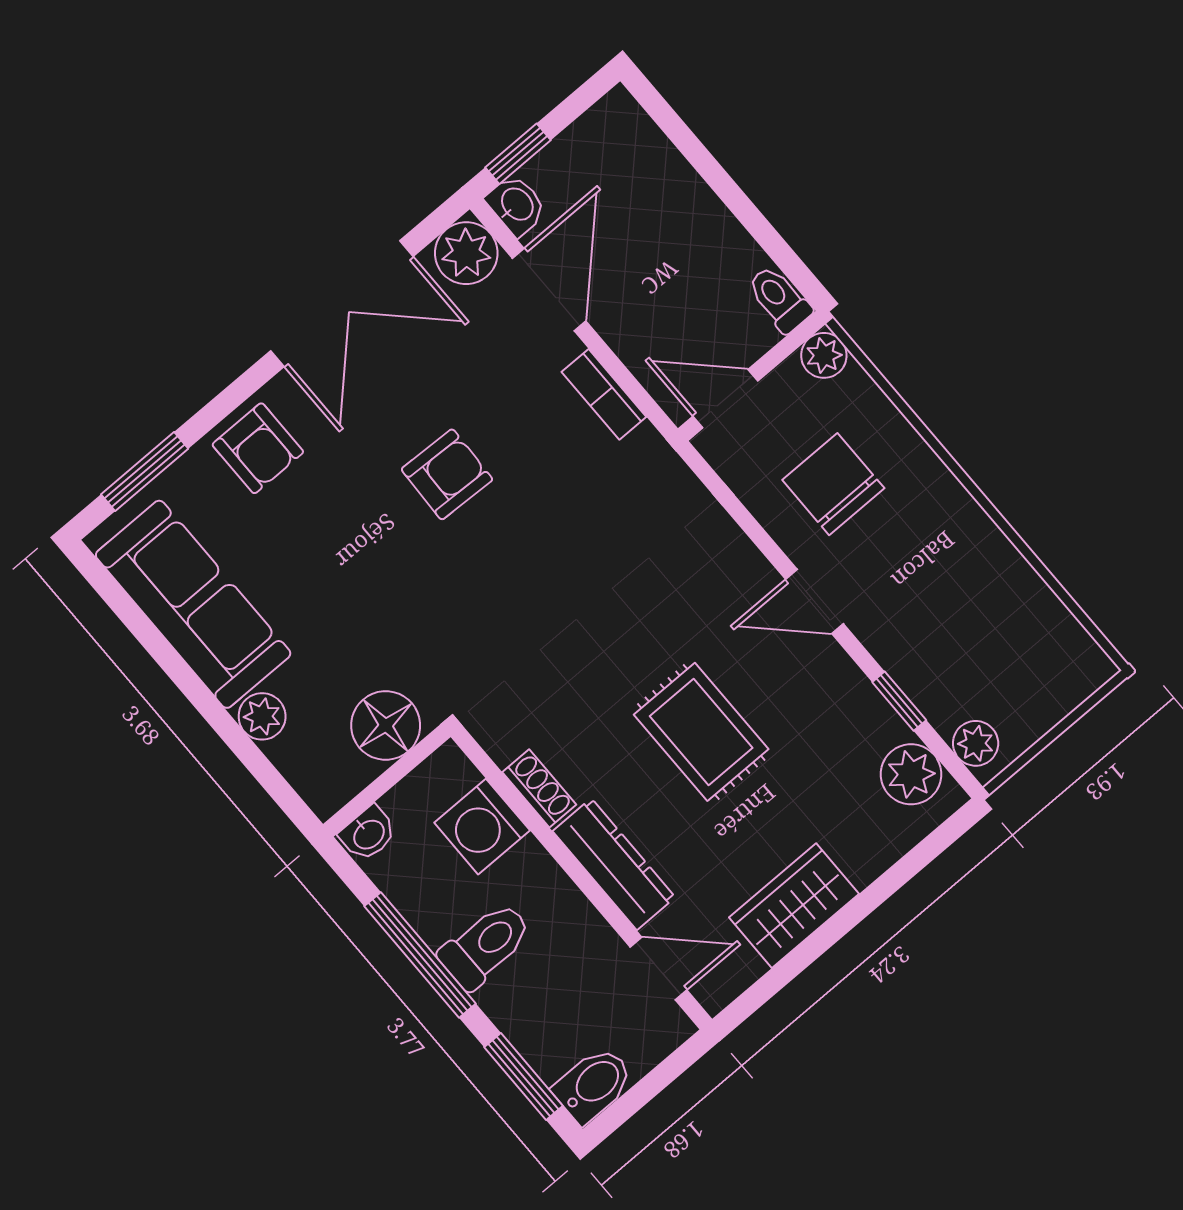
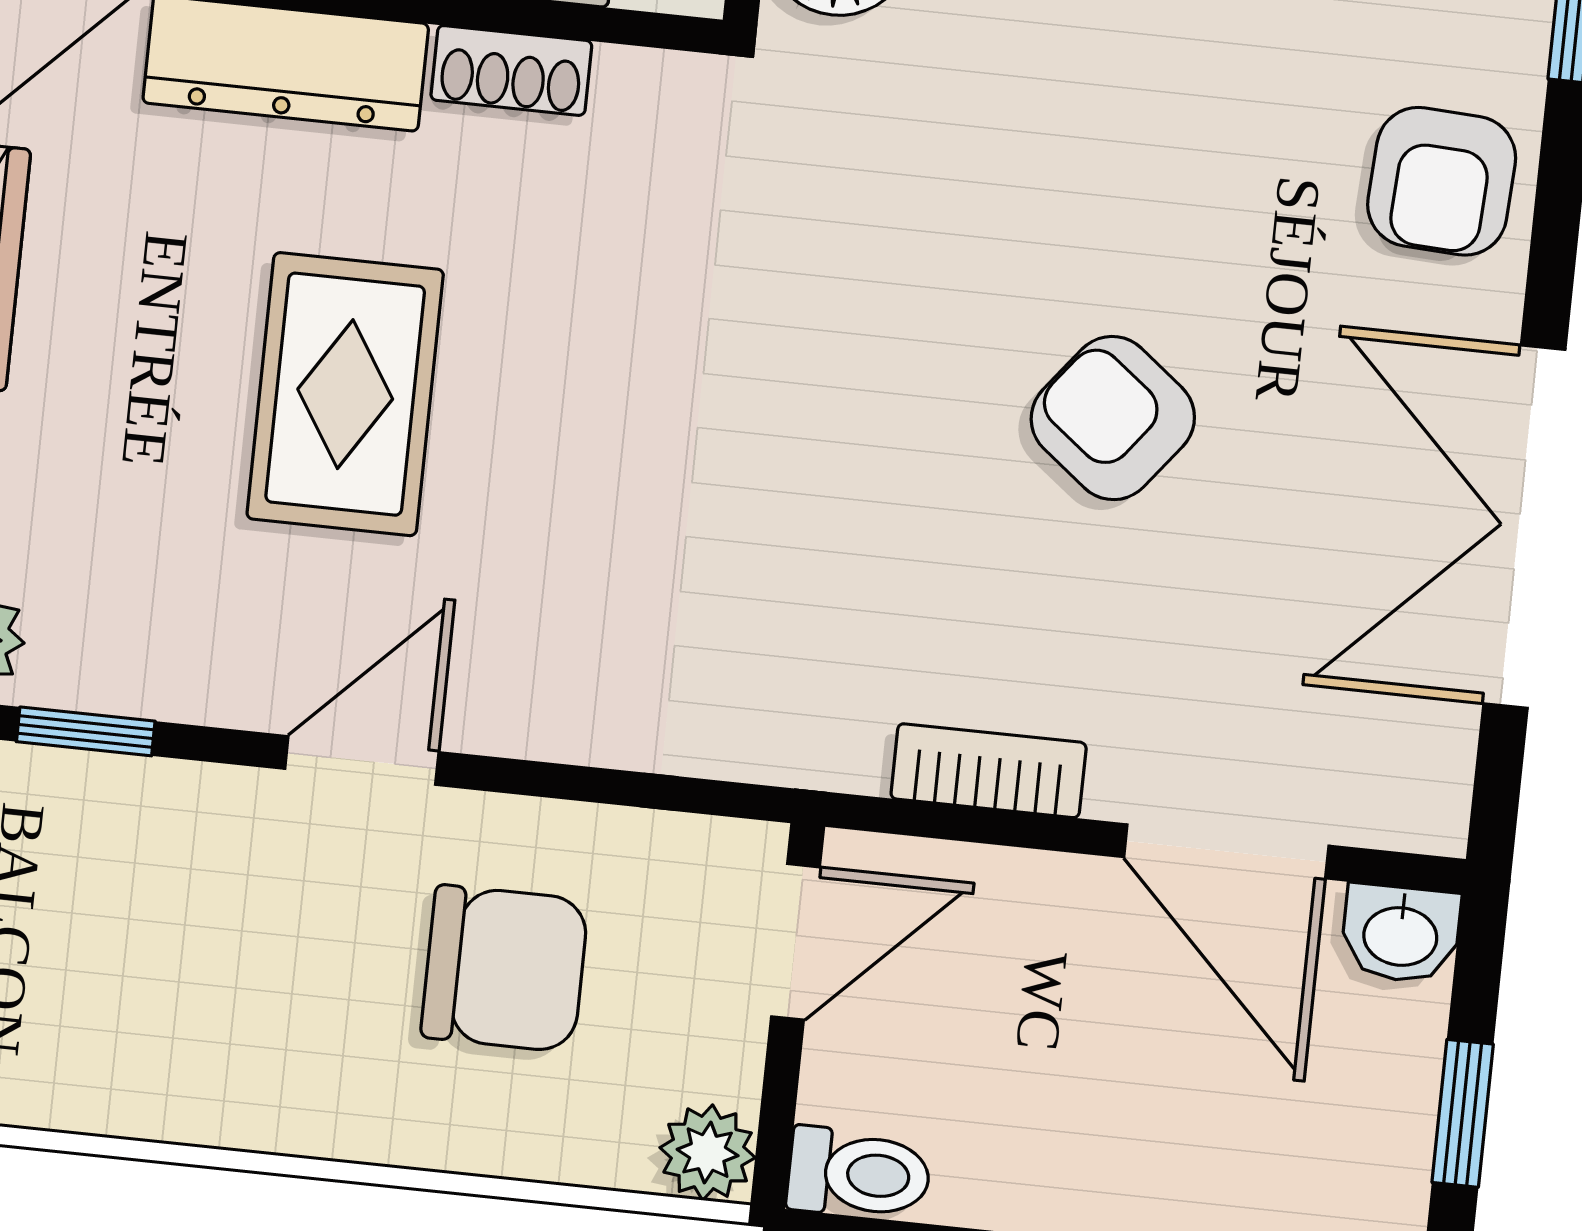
window: (518, 154) -> (1463, 1113), moved
plant: (466, 253) -> (1407, 786), removed
armchair: (258, 448) -> (1442, 181), turned -87
armchair: (447, 474) -> (1113, 418), turned 126
rug: (701, 732) -> (345, 394), turned 90

